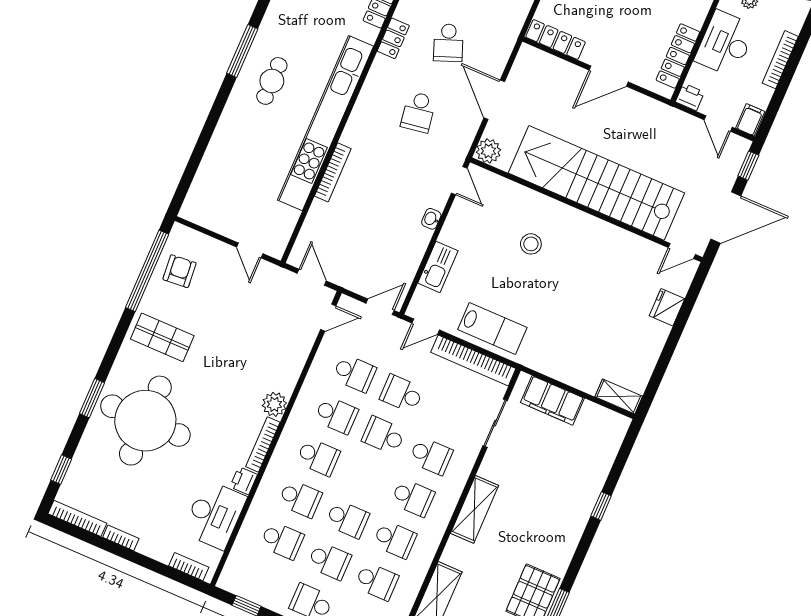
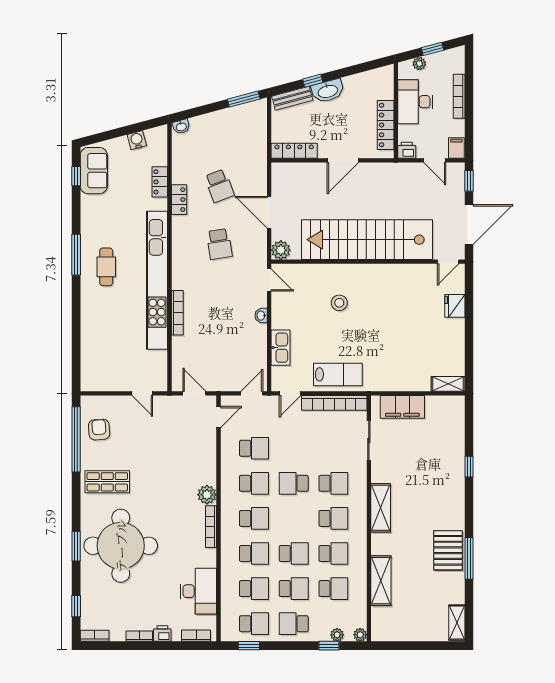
school desk: (402, 394) -> (254, 624), moved, turned 180
printer: (244, 481) -> (162, 634), moved, turned 90
bookcase: (77, 518) -> (95, 636), width x0.64

